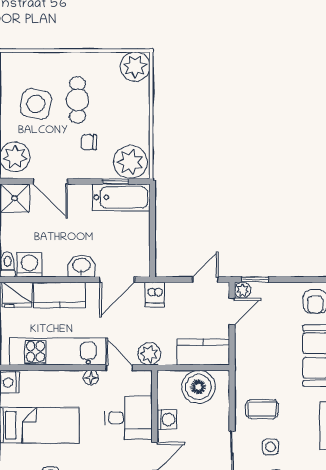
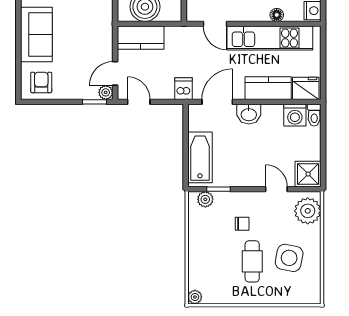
plant: (135, 67) -> (195, 297), width x0.53, depth x0.53
plant: (130, 162) -> (205, 199), width x0.53, depth x0.53
door: (50, 181) -> (276, 189), width x0.73
bathtub: (121, 197) -> (200, 157), moved, turned 90
door: (205, 280) -> (139, 102), swing flipped
plant: (149, 354) -> (189, 36), removed
floor lamp: (91, 378) -> (277, 15), moved

